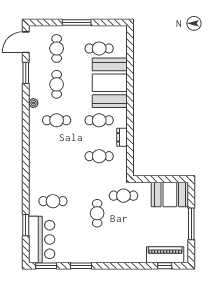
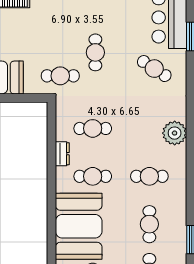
plant: (33, 103) -> (175, 133), moved, width x1.87, depth x1.87
cafe table: (53, 201) -> (154, 69), turned 33

